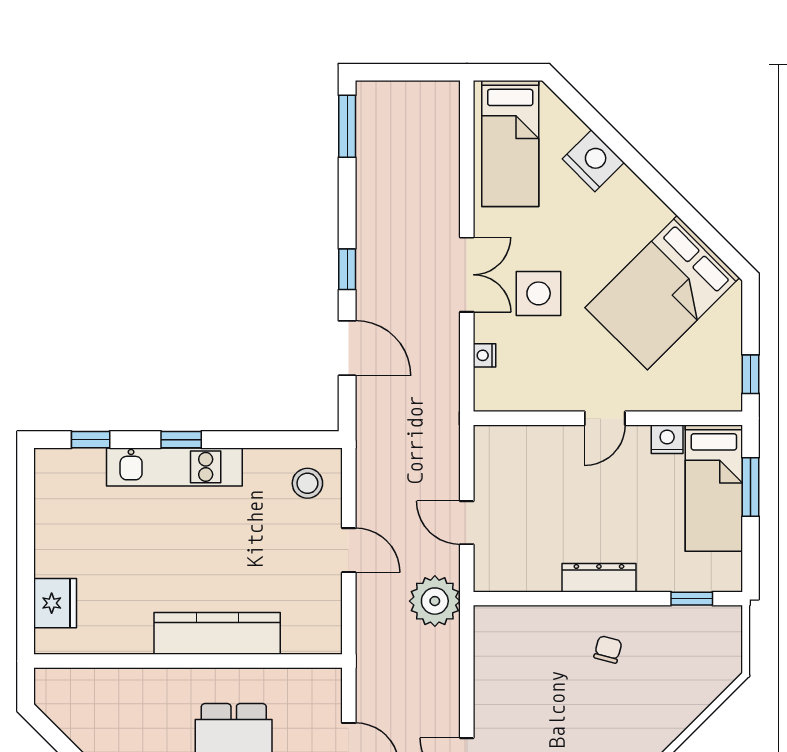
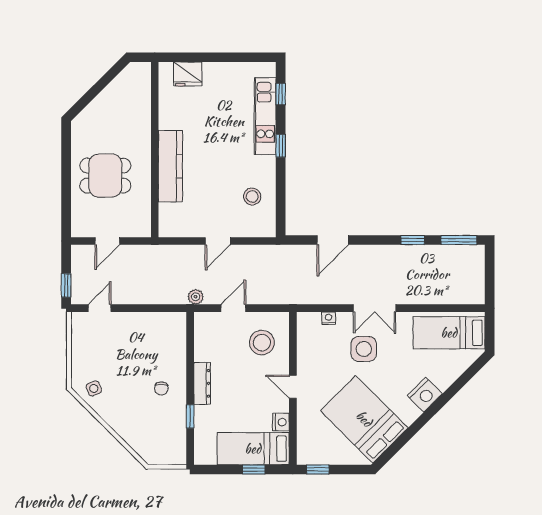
nightstand: (593, 161) -> (425, 395), moved
window: (347, 269) -> (413, 240), moved
kitchen unit: (174, 467) -> (265, 116), moved
stool: (527, 473) -> (262, 343), added
stool: (307, 483) -> (252, 197), moved
window: (751, 487) -> (254, 470), width x0.67
window: (692, 599) -> (190, 416), moved
plant: (435, 601) -> (196, 297), width x0.53, depth x0.53
chair: (608, 649) -> (161, 388), turned 75

